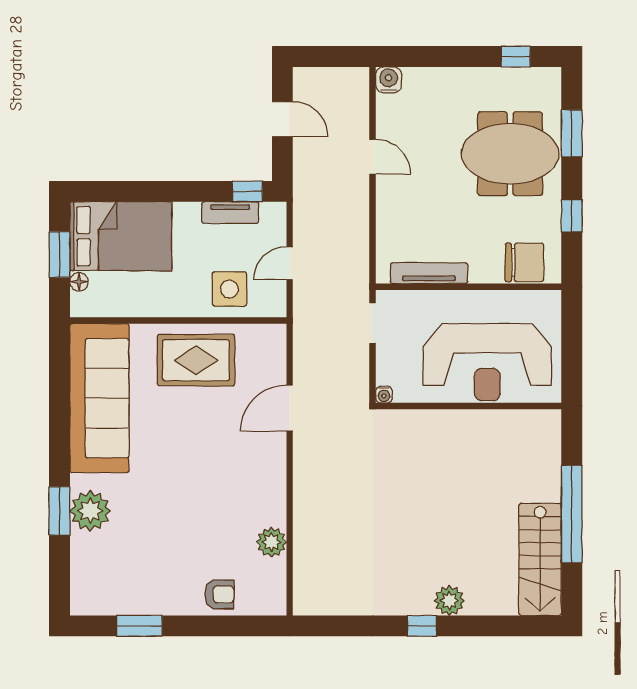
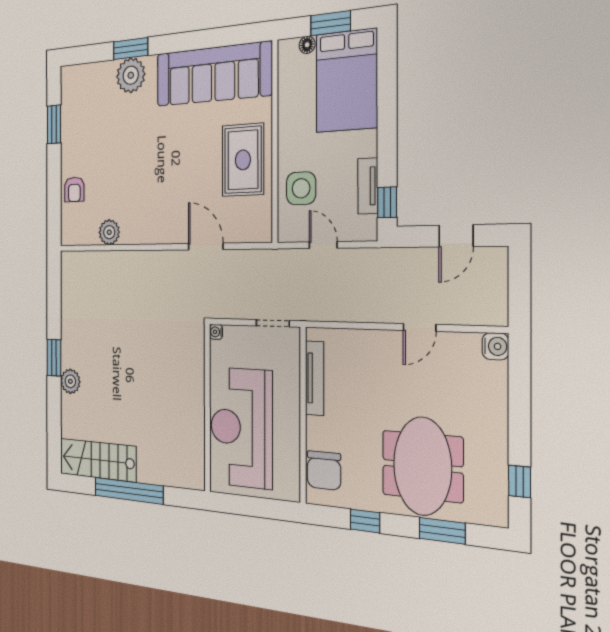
window: (422, 626) -> (54, 358), width x1.50

